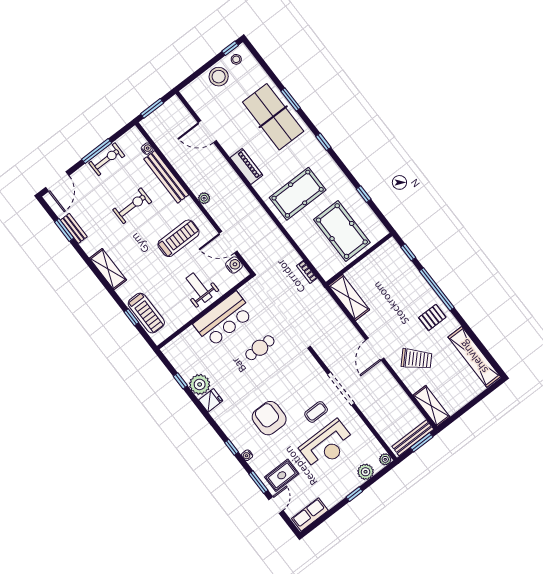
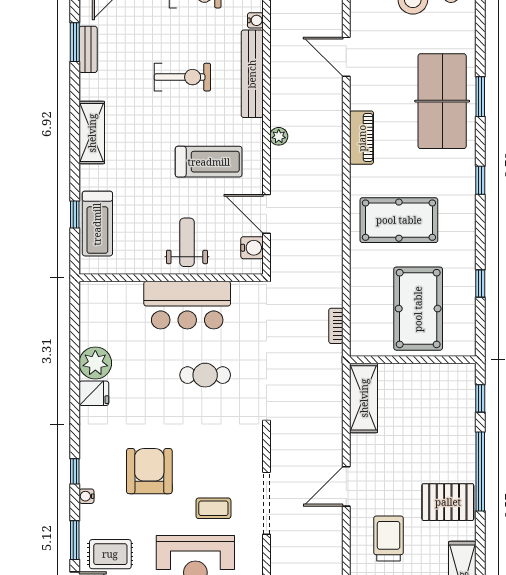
pallet: (432, 317) -> (448, 502), width x1.50, depth x1.42
trolley: (416, 359) -> (389, 539), turned -134
window: (180, 381) -> (75, 340), removed

